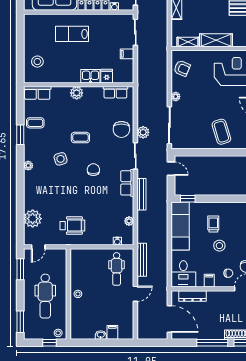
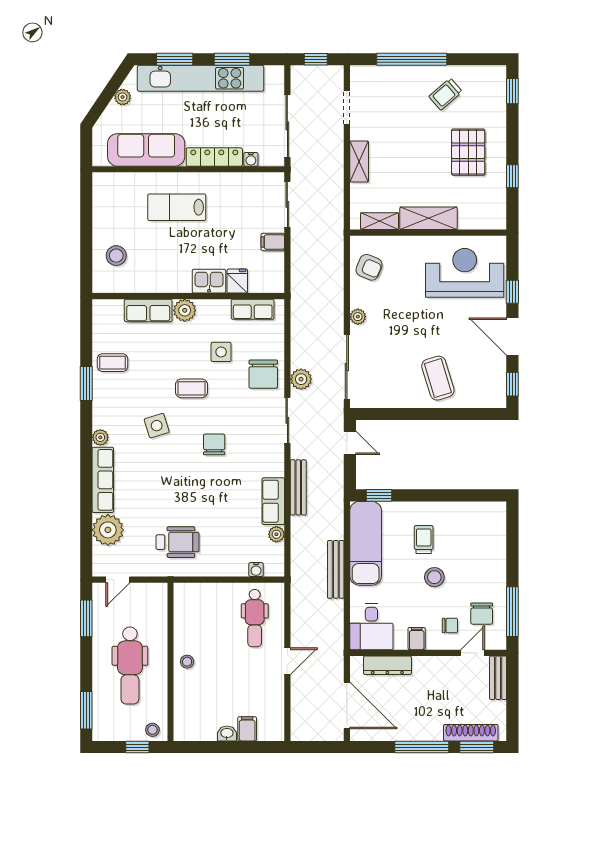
row of seats: (37, 93) -> (148, 310), moved
side table: (97, 117) -> (221, 352), added
row of seats: (127, 183) -> (273, 501), moved
row of seats: (30, 190) -> (103, 480), added
bench: (142, 260) -> (336, 569), moved

